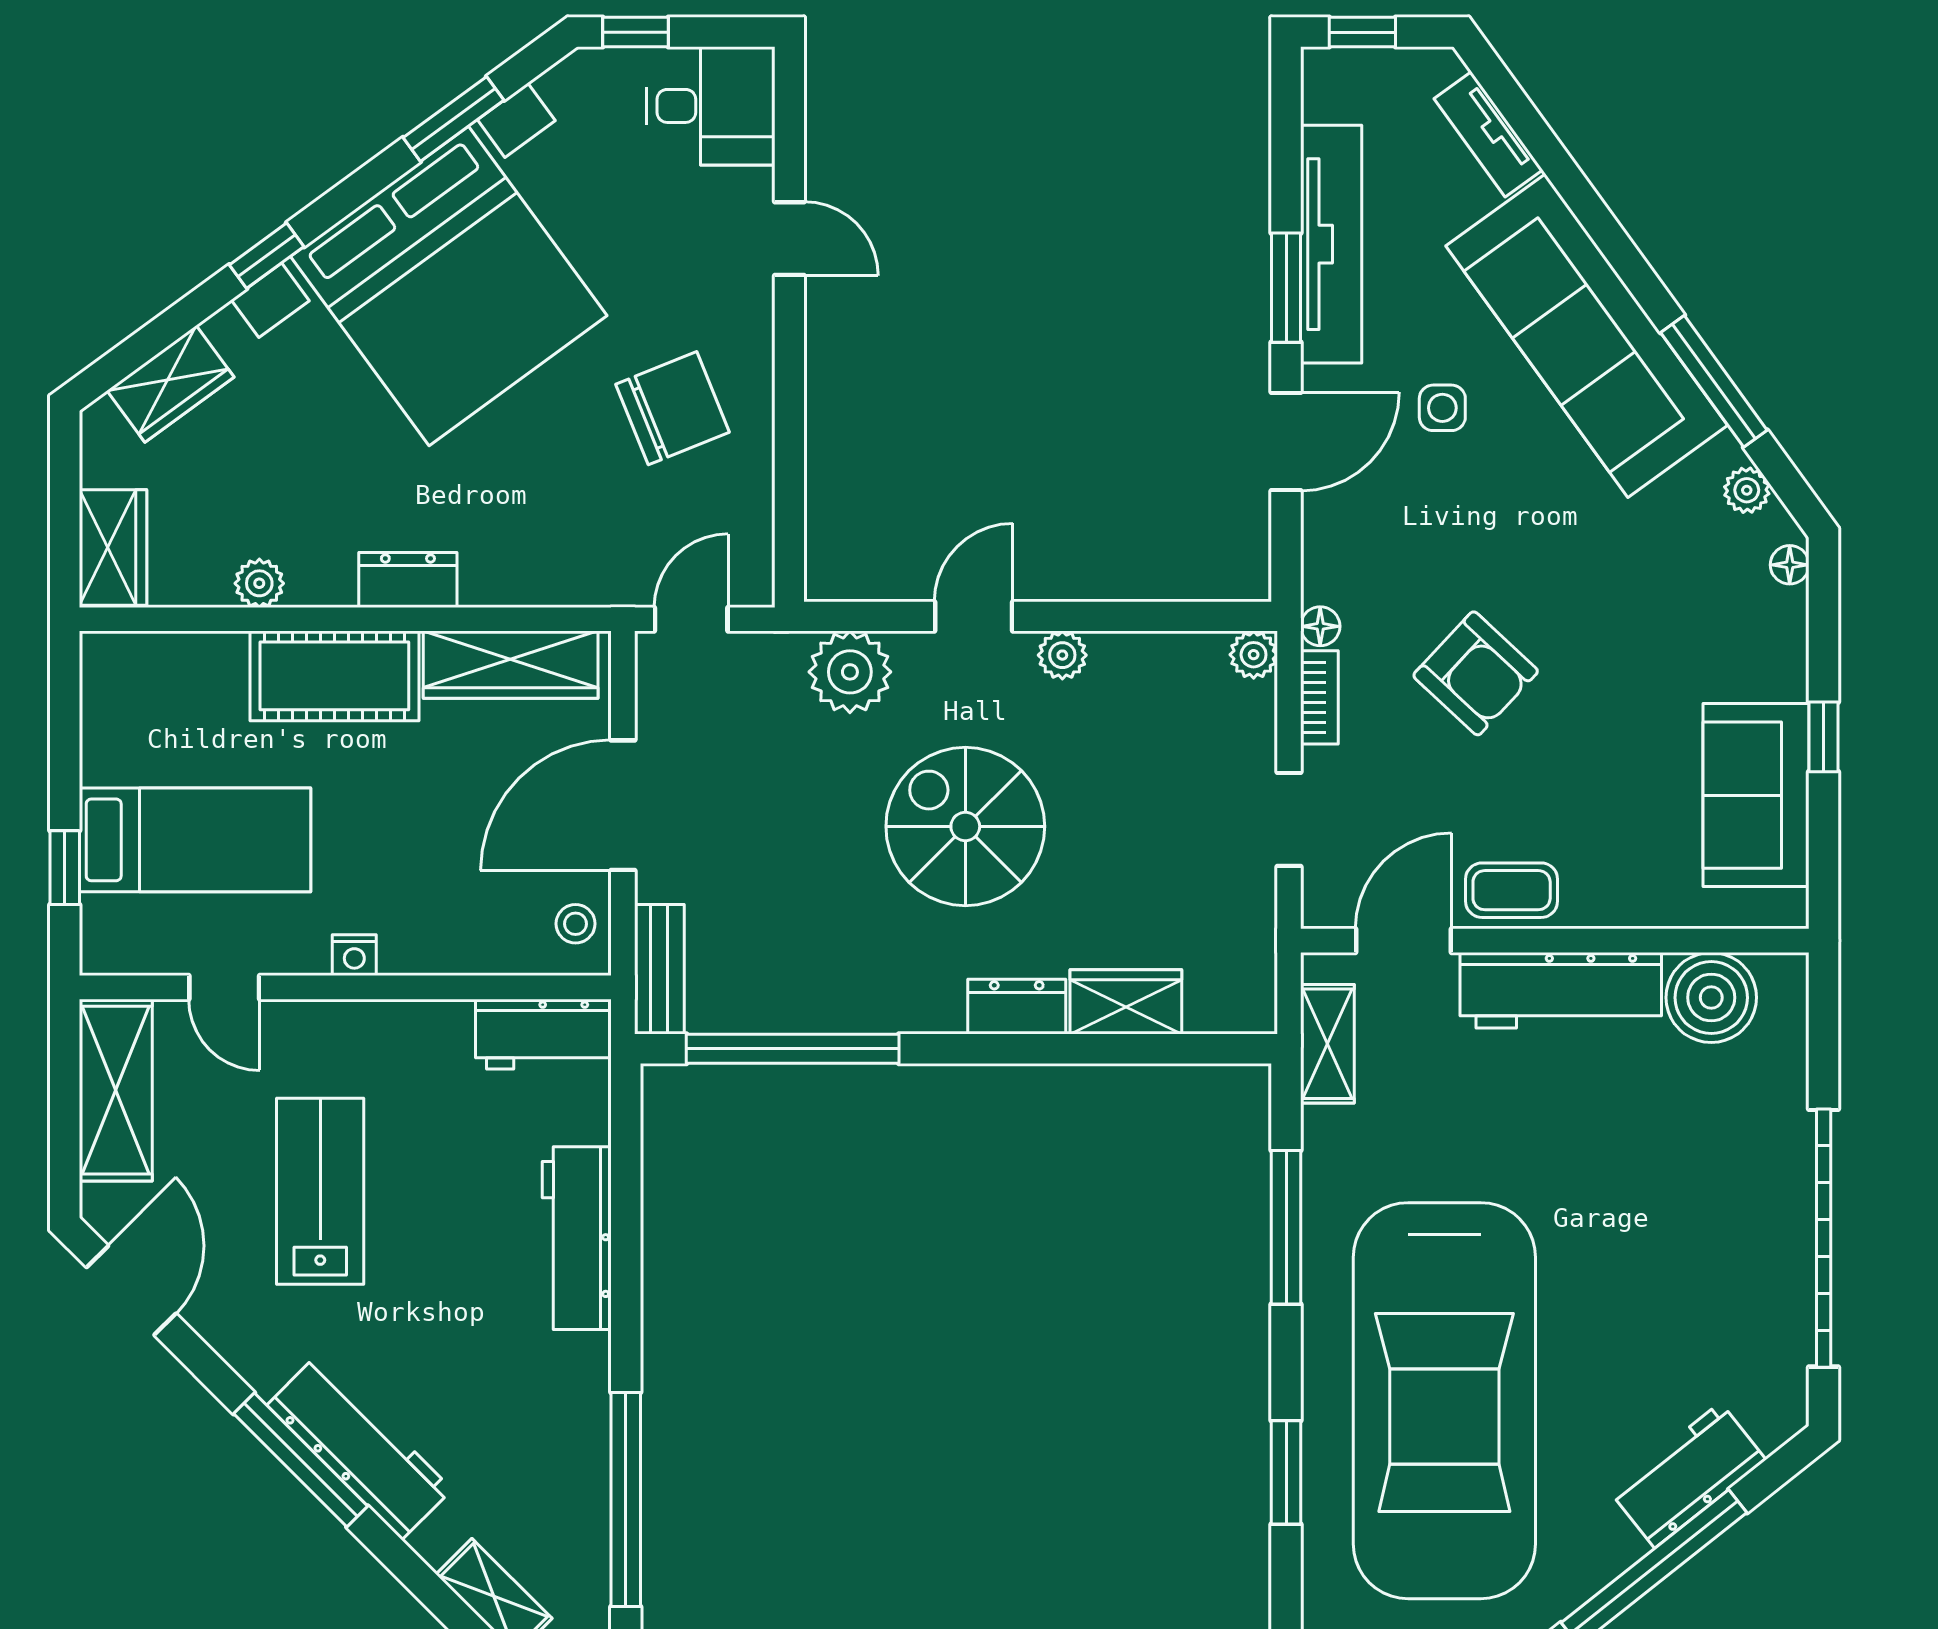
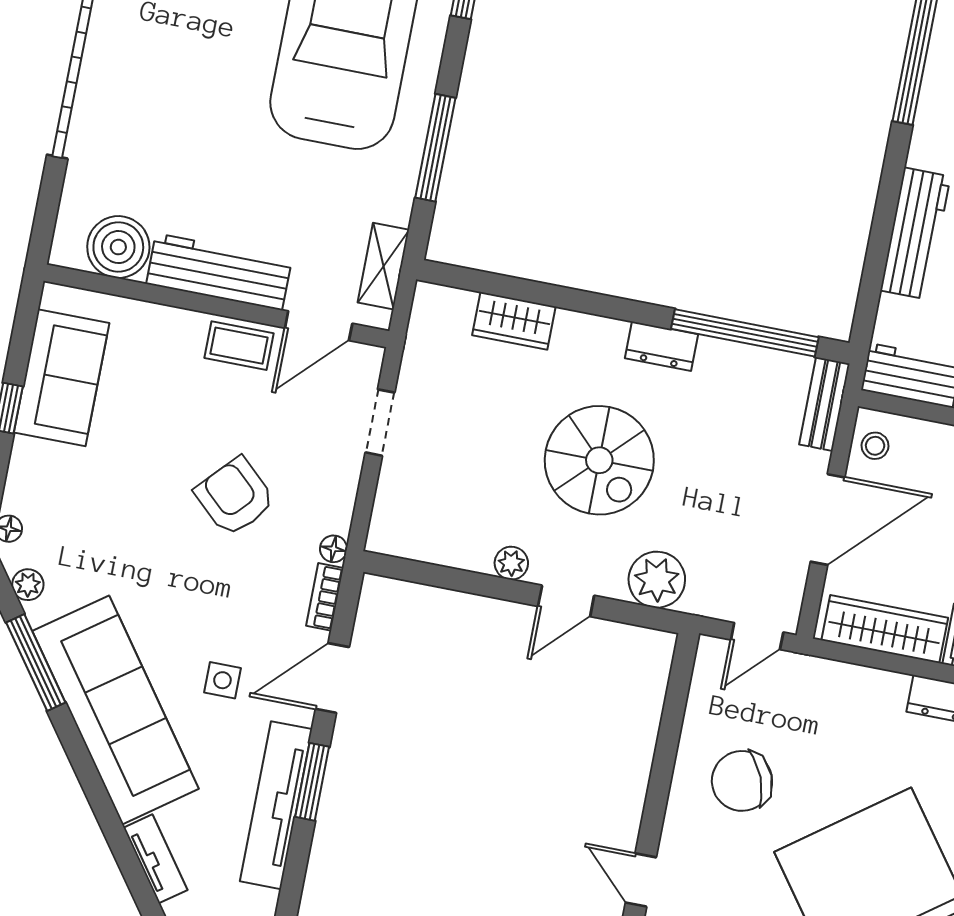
plant: (1254, 655) -> (382, 538), removed
bookcase: (1319, 697) -> (325, 597), moved
dresser: (1017, 1007) -> (662, 346), moved

